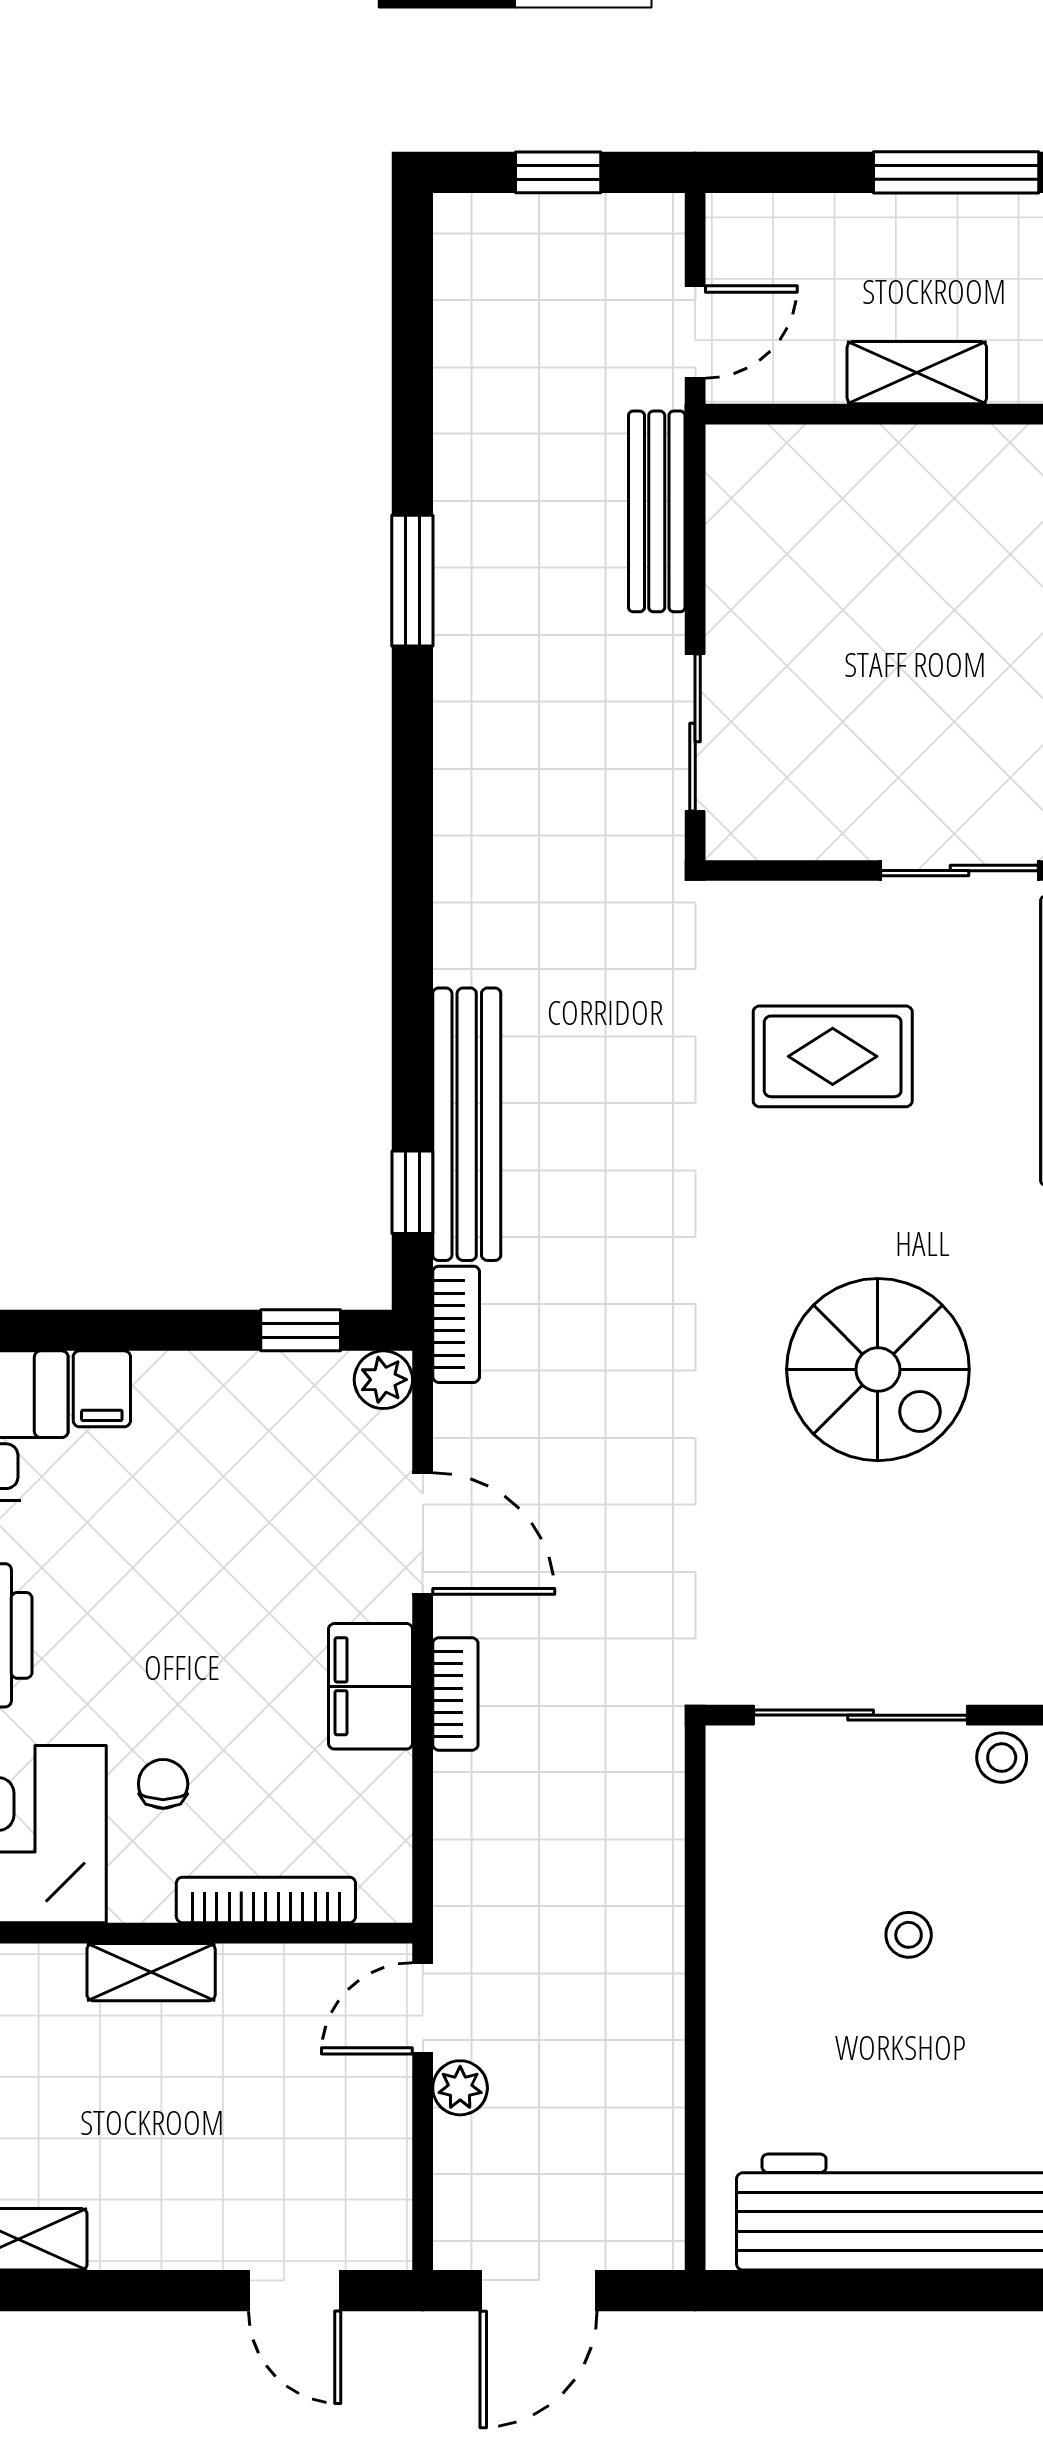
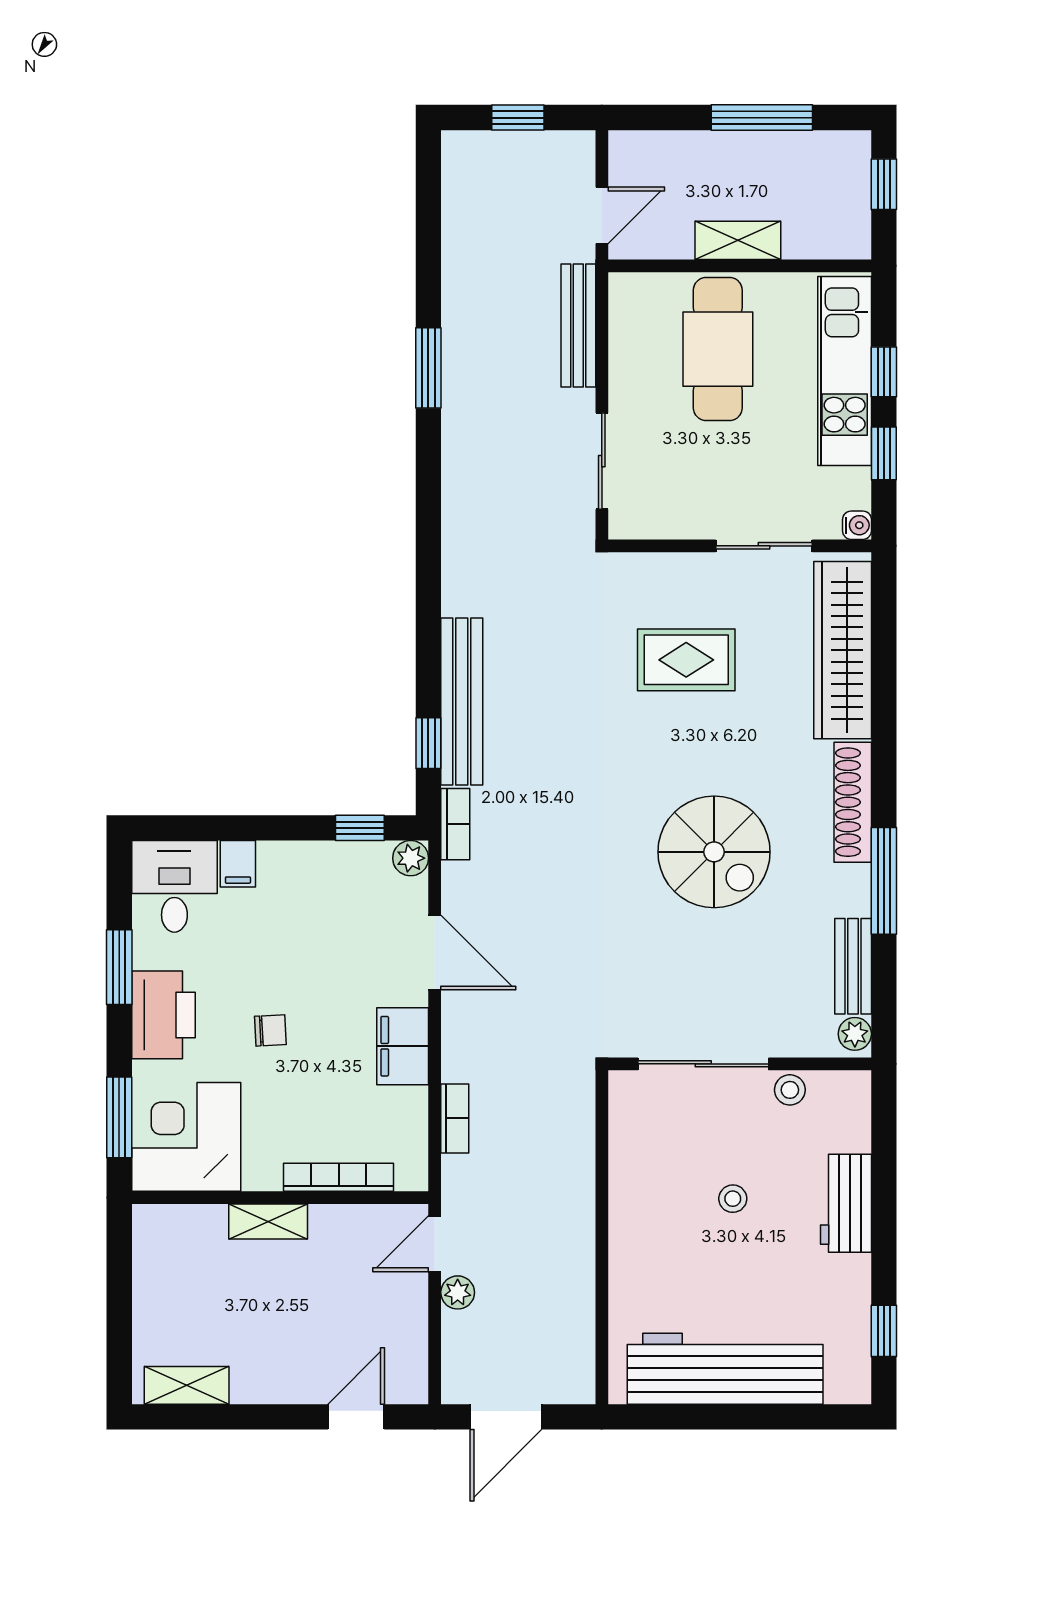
cafe table: (884, 550) -> (718, 349), added
bookcase: (455, 1694) -> (455, 1118), moved
chair: (163, 1784) -> (270, 1030), moved, turned 87
door: (295, 2291) -> (356, 1417), swing flipped

